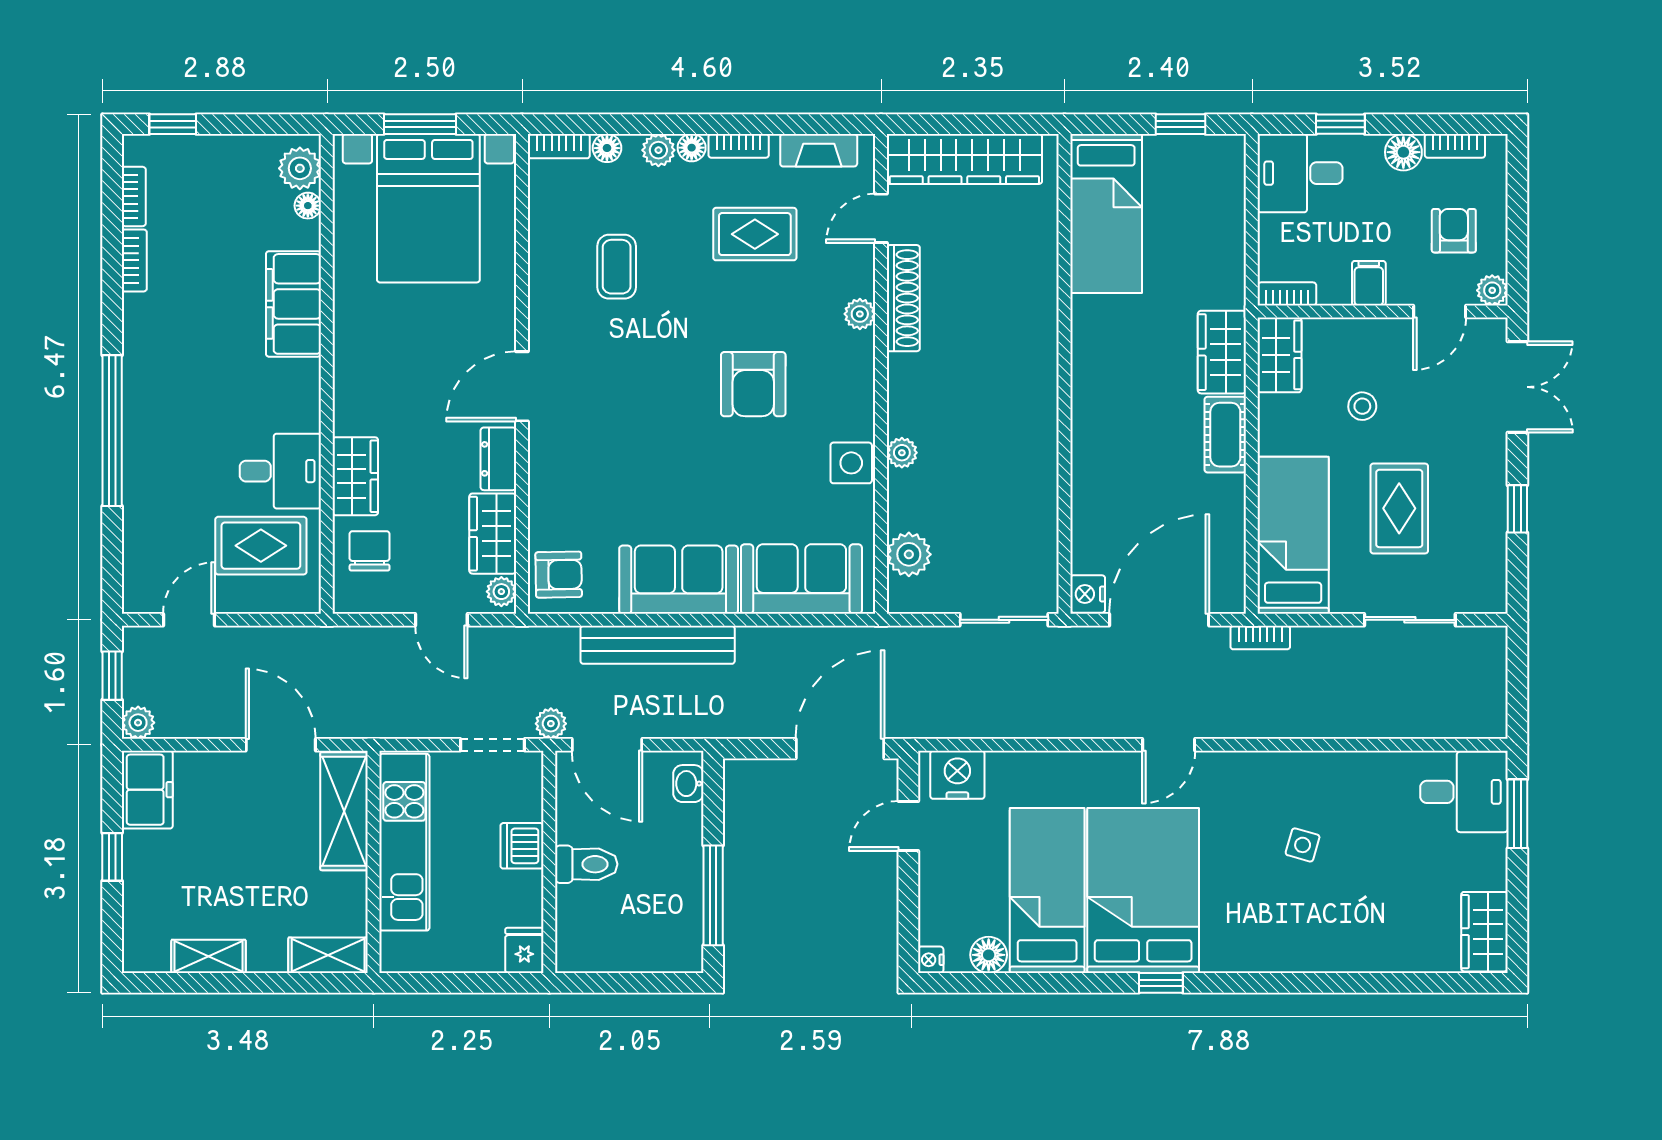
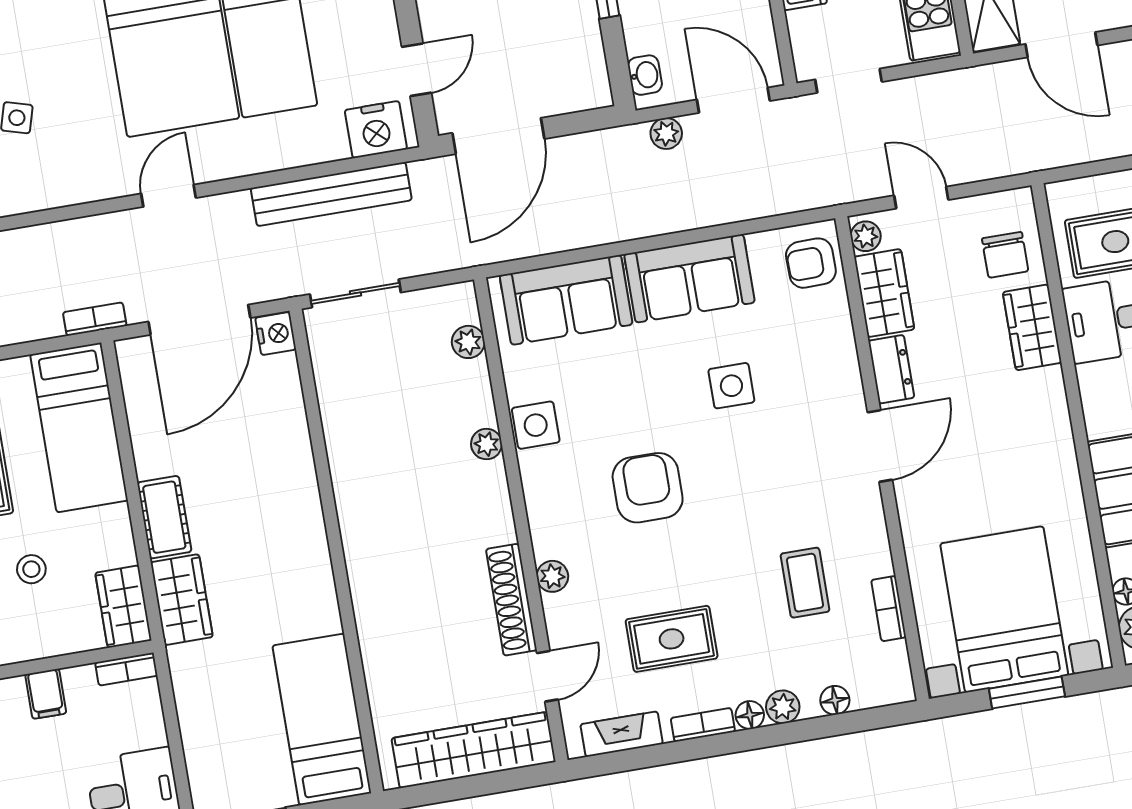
bookcase: (559, 146) -> (889, 609), moved, turned -90
side table: (656, 469) -> (731, 386), added
plant: (909, 554) -> (468, 342), width x0.73, depth x0.73
bench: (658, 645) -> (331, 194), moved
plant: (551, 724) -> (666, 133), moved

